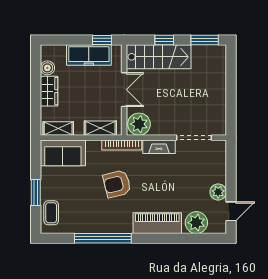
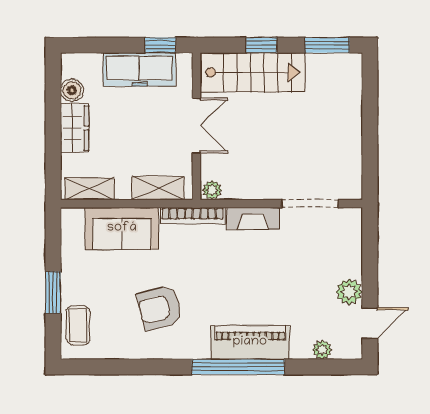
plant: (139, 124) -> (212, 190), width x0.53, depth x0.53
sofa: (63, 153) -> (122, 228), moved
armchair: (117, 184) -> (160, 308), moved
plant: (196, 223) -> (322, 350), width x0.53, depth x0.53
window: (103, 238) -> (238, 367), moved

